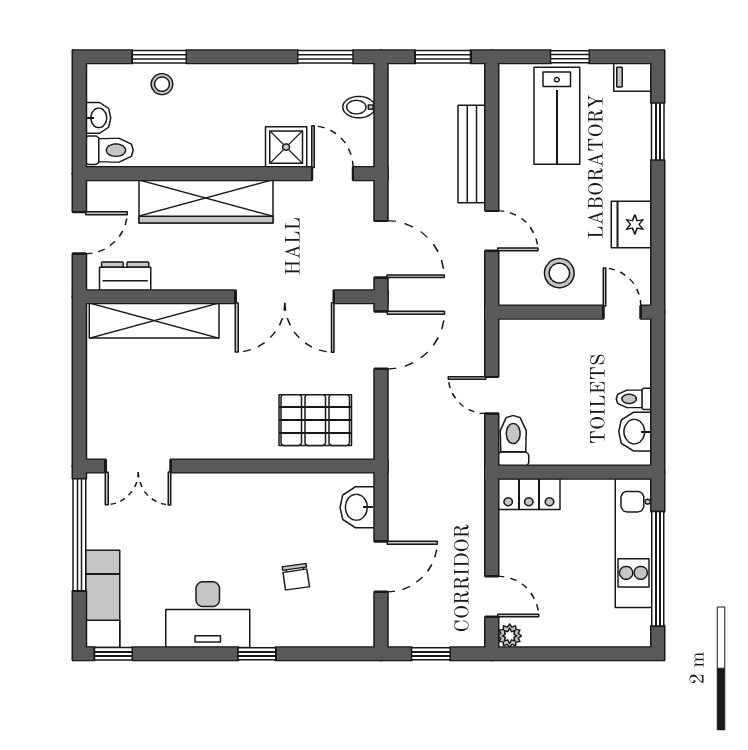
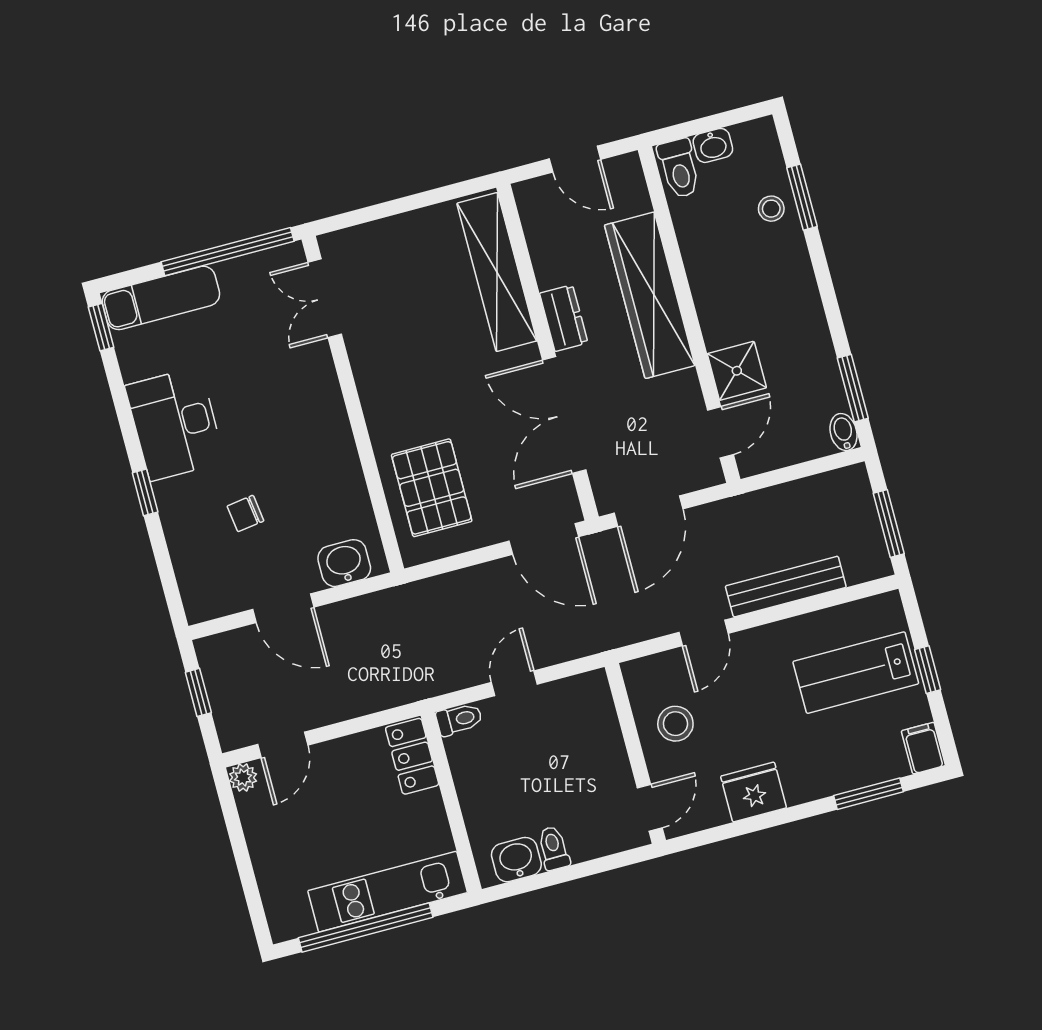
bidet: (359, 107) -> (844, 432), moved
dresser: (125, 276) -> (564, 318), moved
toilet: (513, 441) -> (459, 719), width x0.73, depth x0.72

